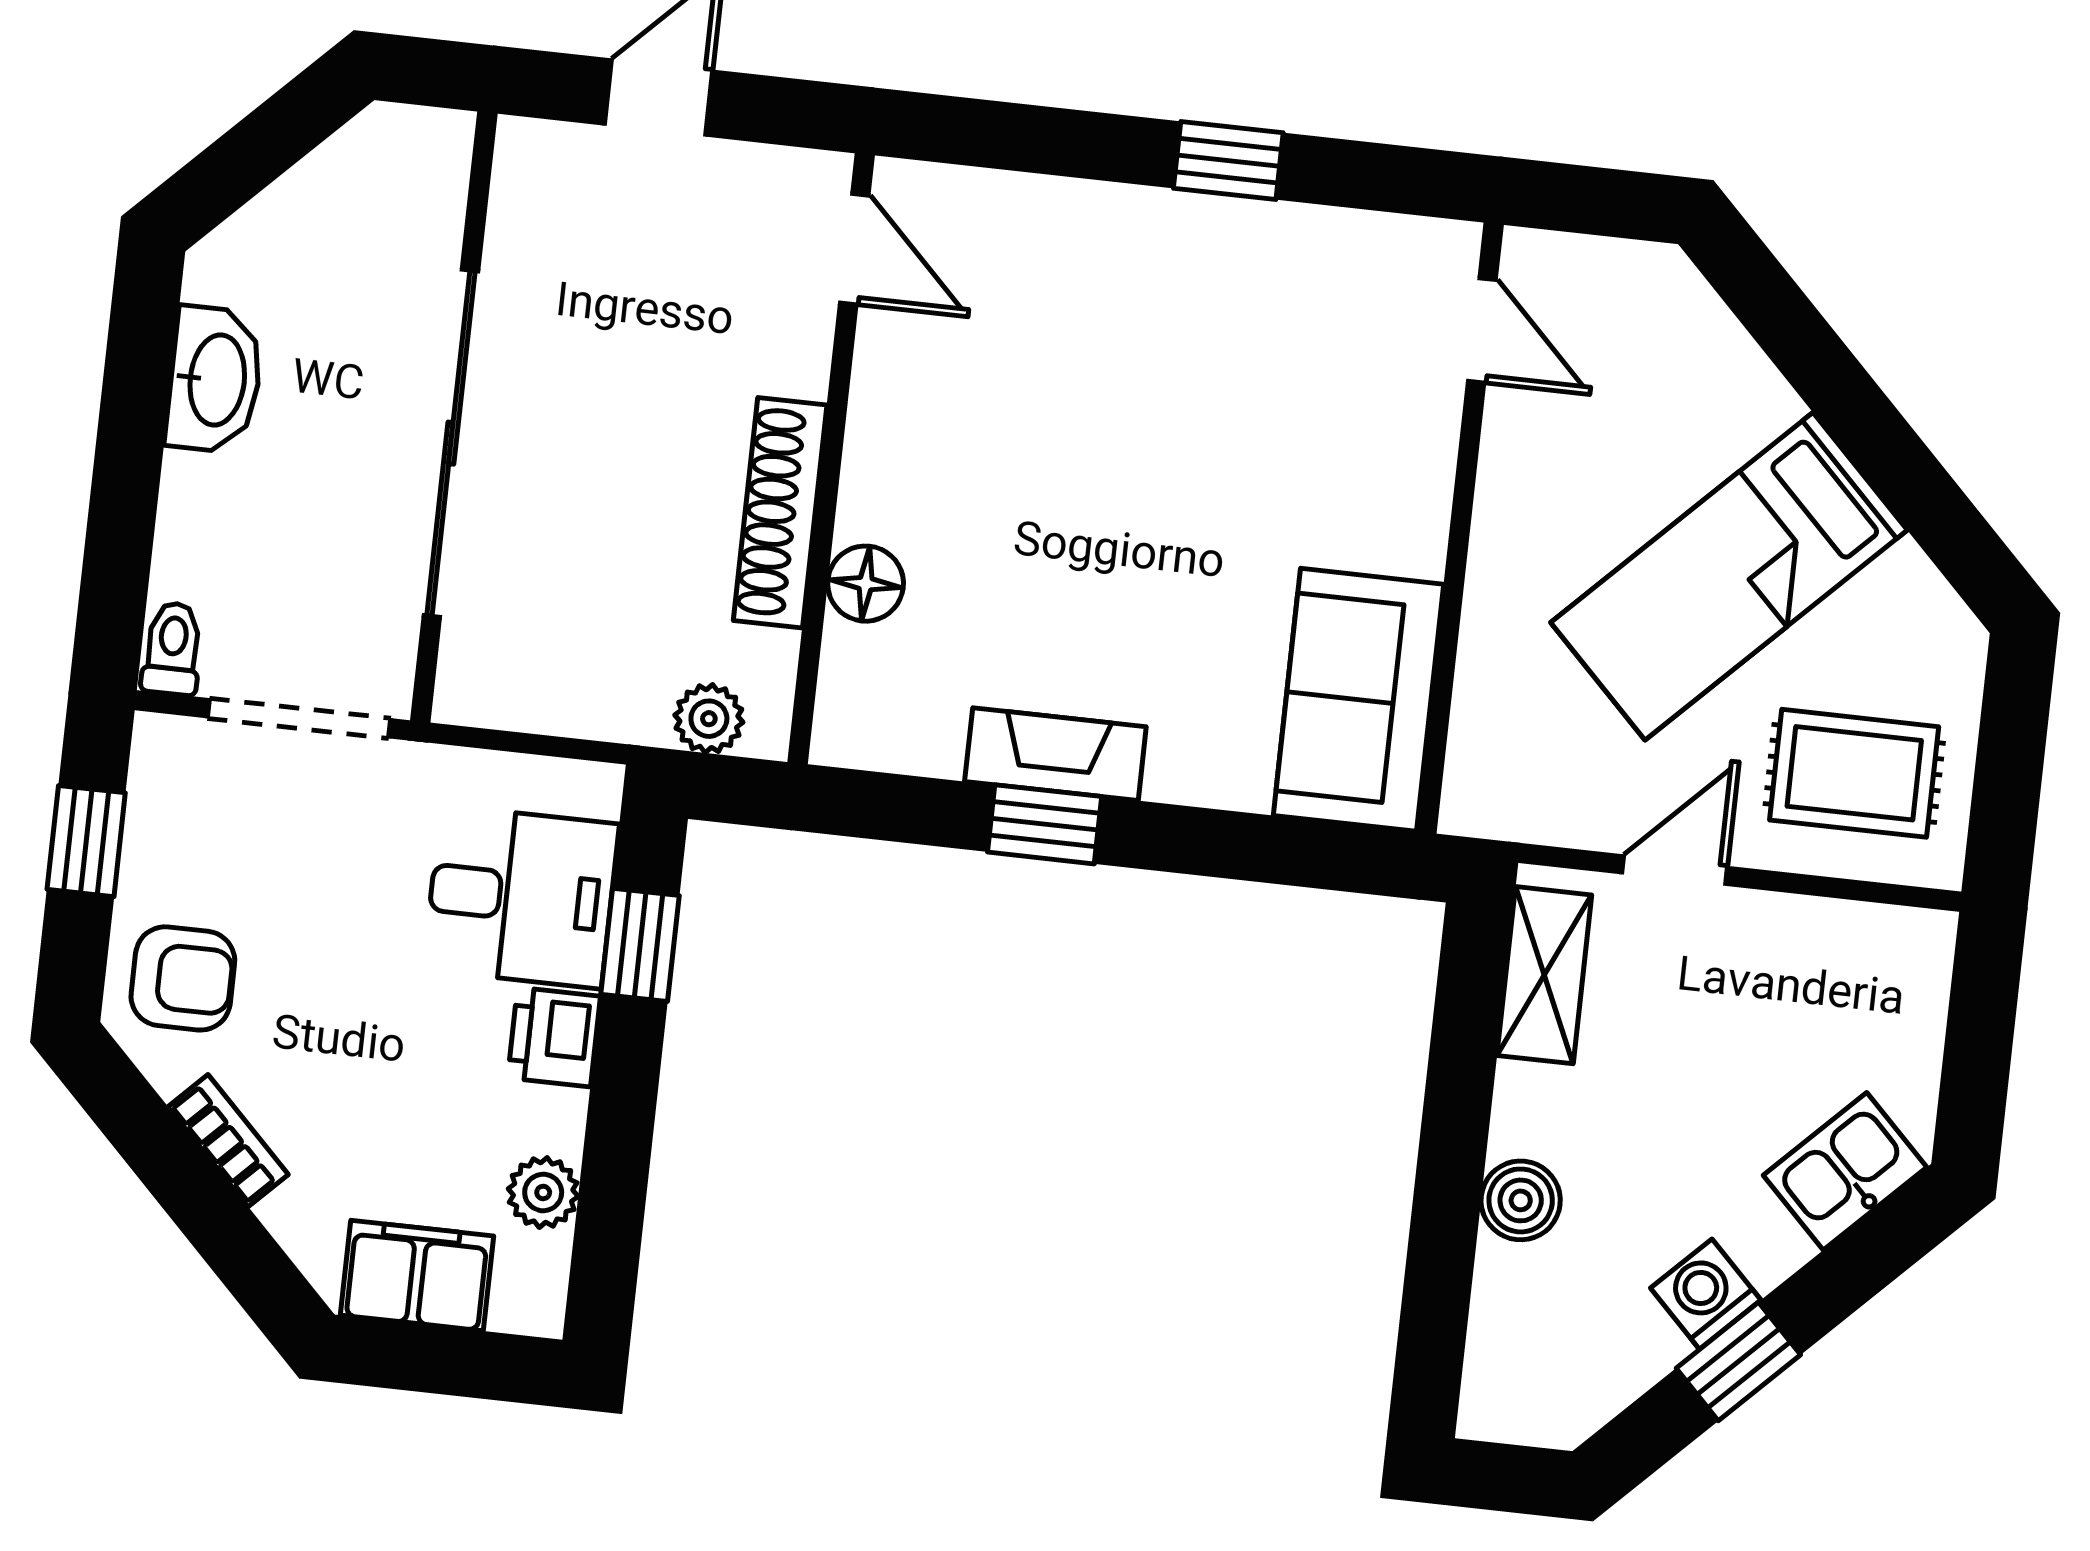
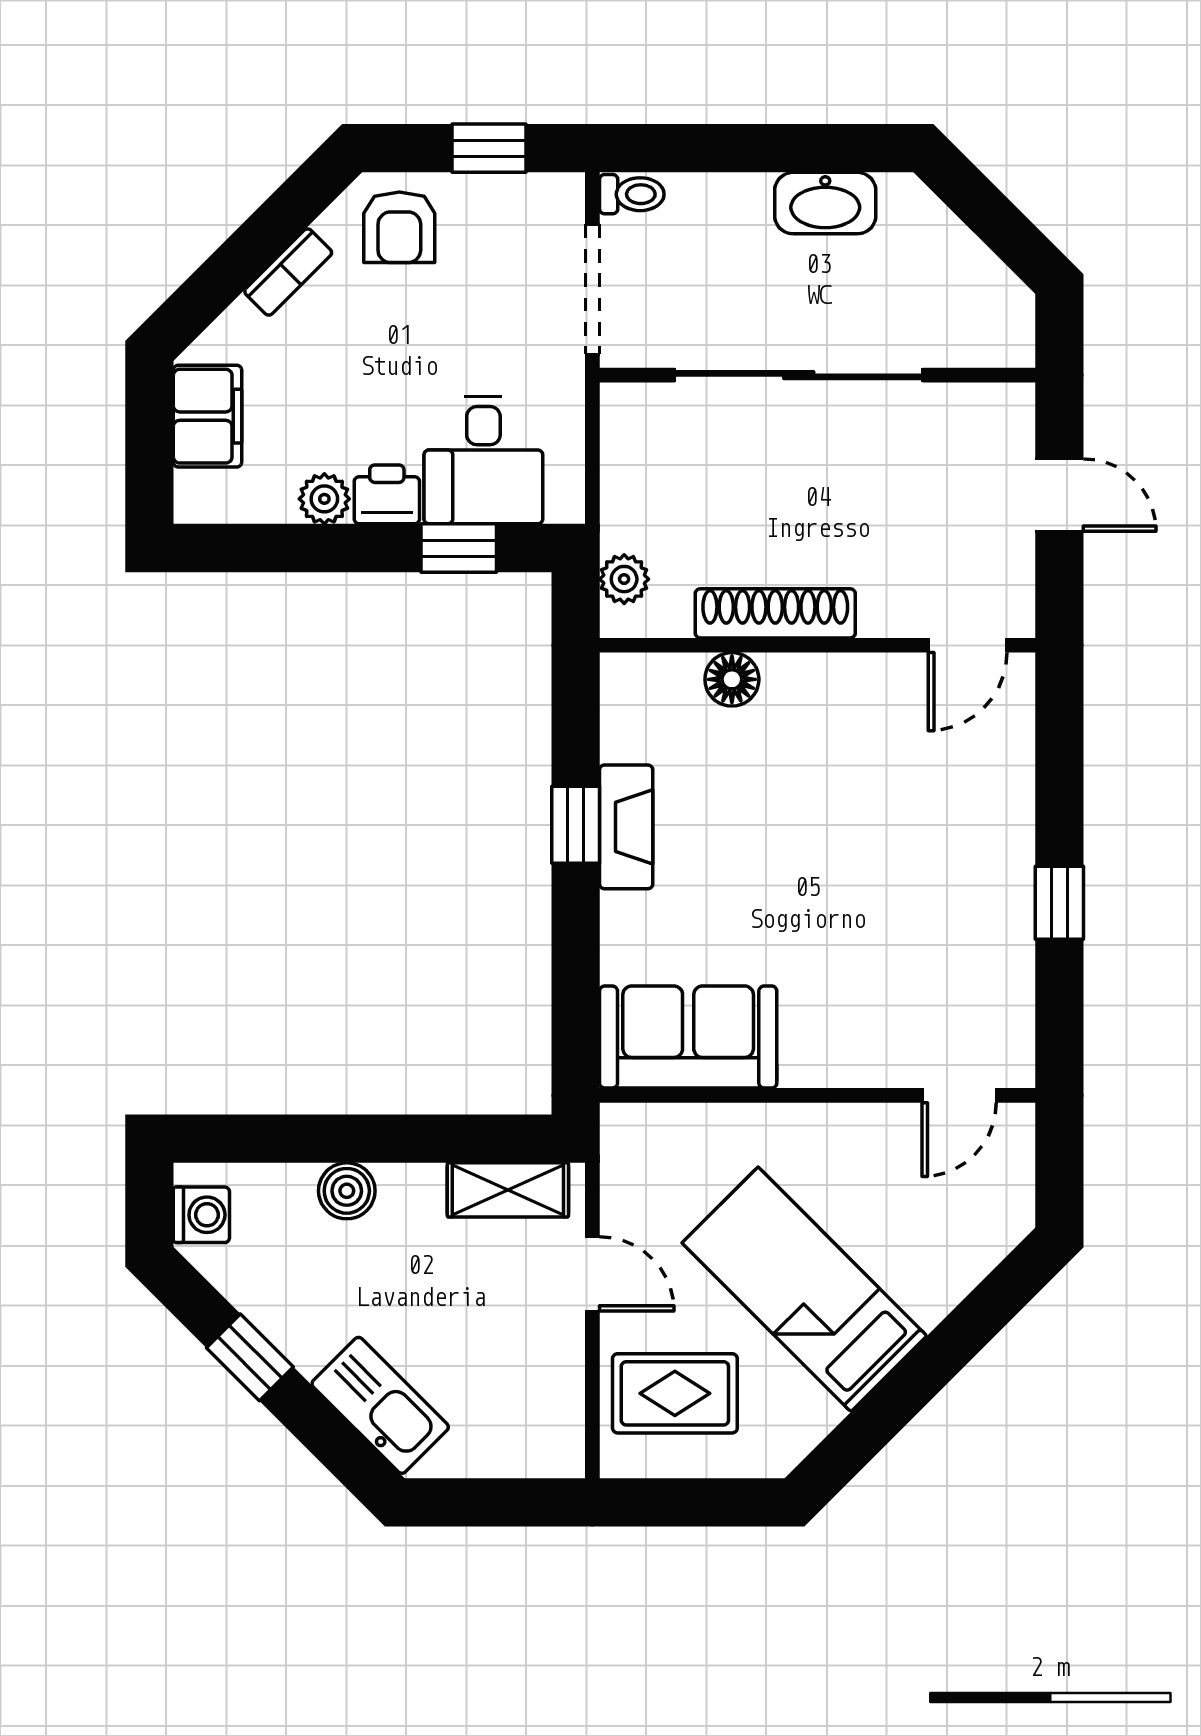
rug: (1854, 773) -> (675, 1393), turned 90
kitchen sink: (1845, 1171) -> (380, 1405), width x1.38
plant: (543, 1192) -> (324, 499), moved
washing machine: (1706, 1294) -> (201, 1215), moved, turned 45

